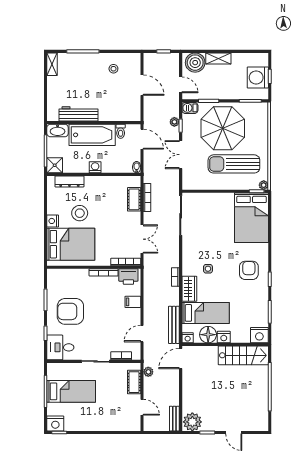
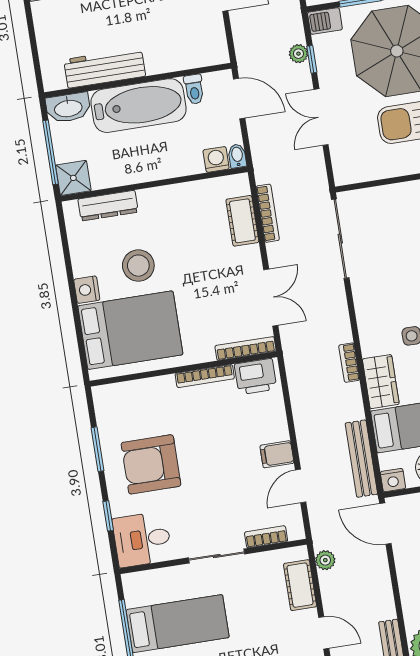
washing machine: (95, 167) -> (216, 159), moved
filing cabinet: (133, 302) -> (277, 454), moved
door: (181, 359) -> (385, 524), hinge flipped

